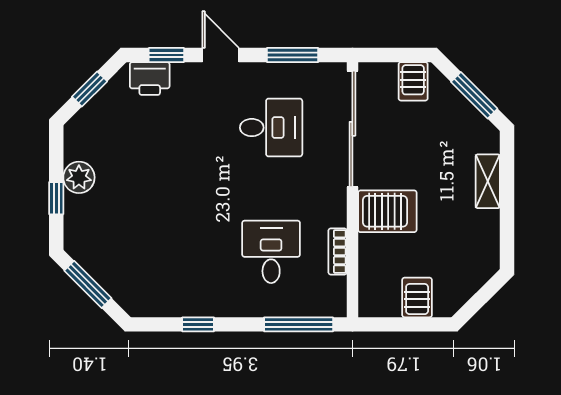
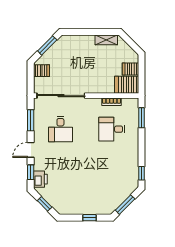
desk: (271, 128) -> (60, 129), turned 180
plant: (79, 177) -> (81, 208), removed
shelving: (488, 181) -> (106, 40), moved
server rack: (387, 211) -> (127, 85), moved, turned -90
window: (198, 324) -> (142, 173), moved
window: (299, 324) -> (142, 118), width x0.69

